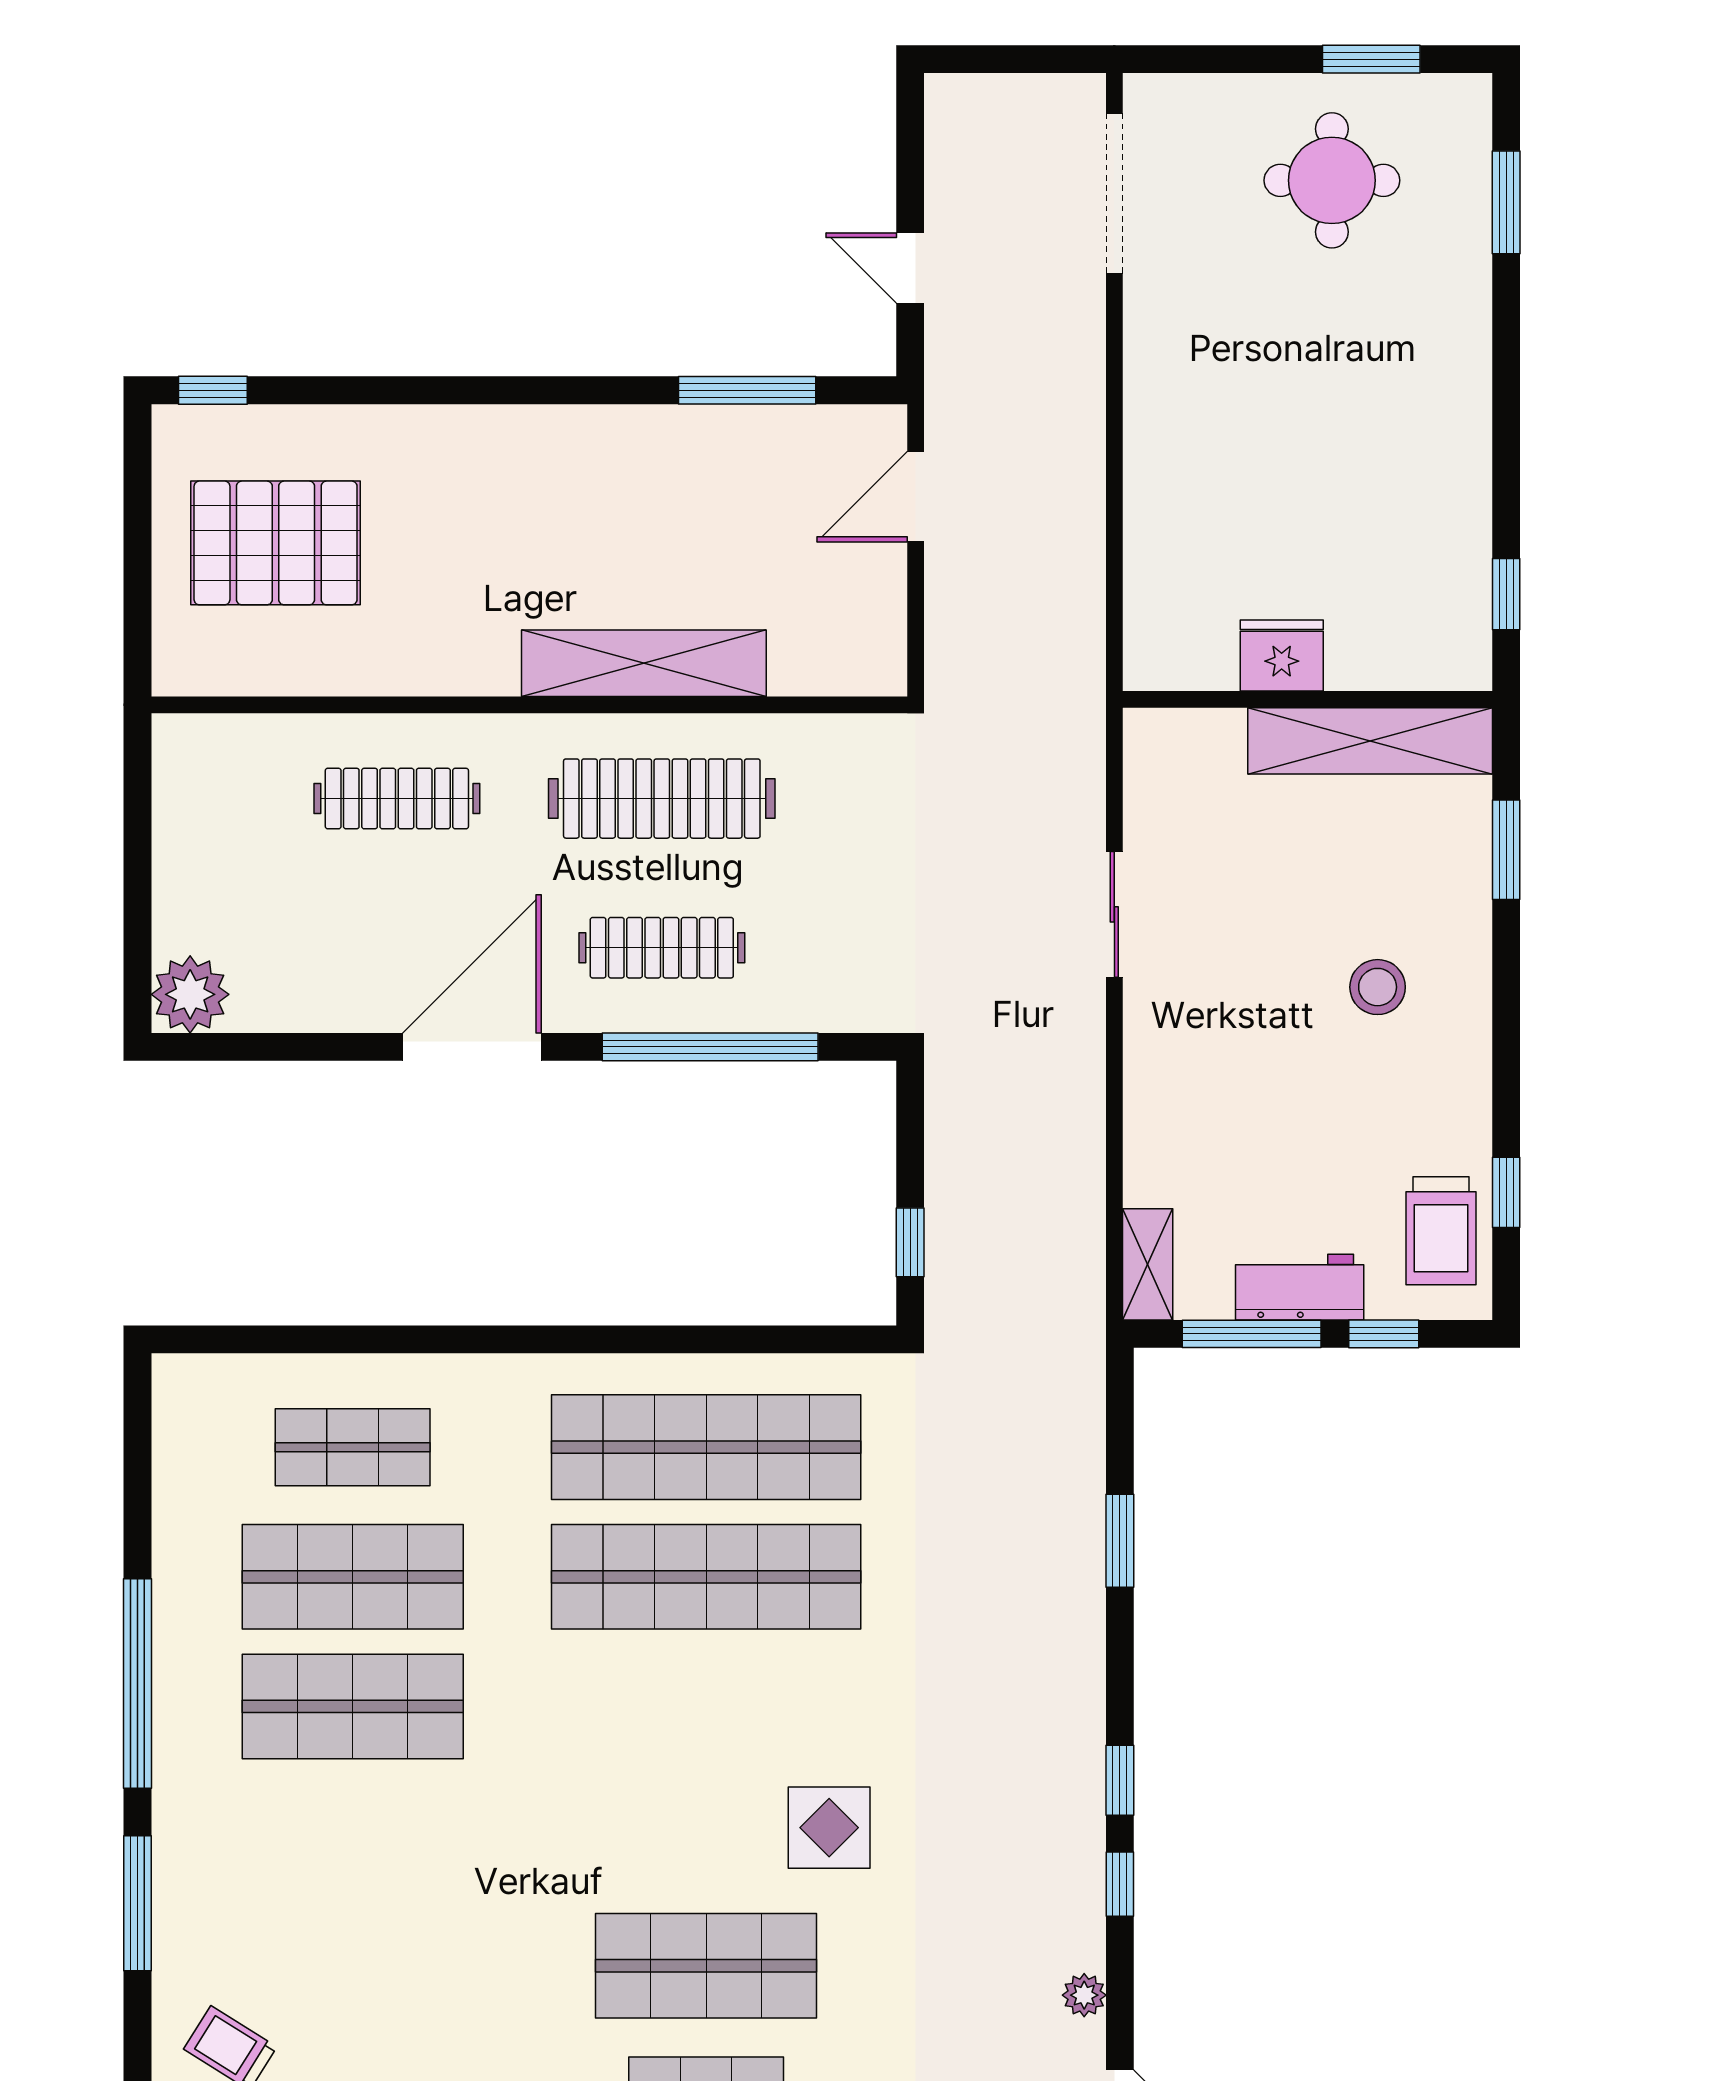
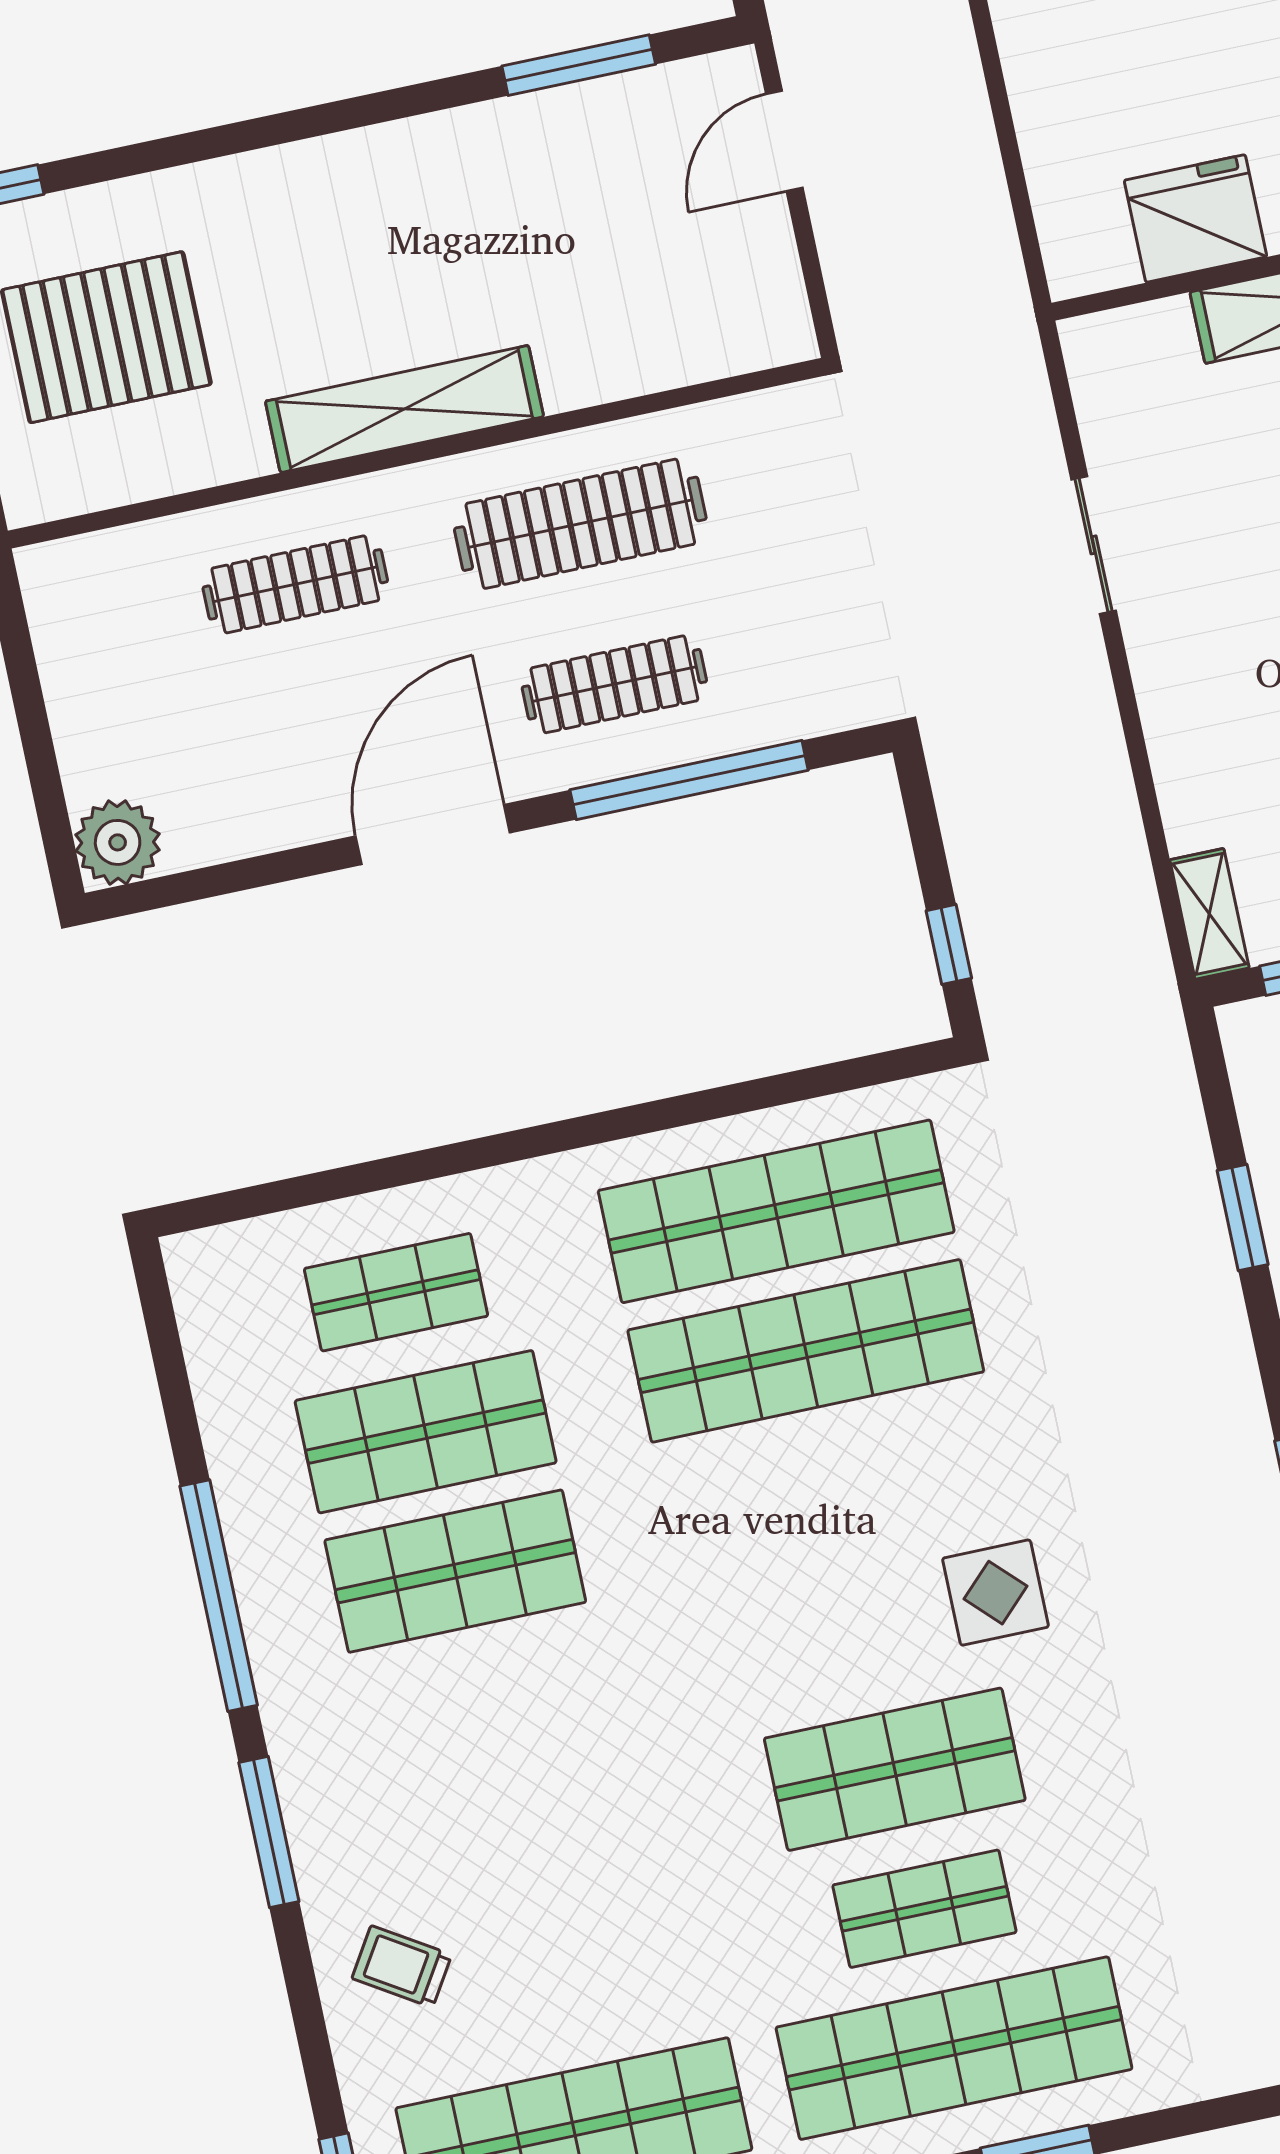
fridge: (1282, 655) -> (1196, 219), width x1.36, depth x1.34
shelving: (644, 663) -> (404, 409), moved

